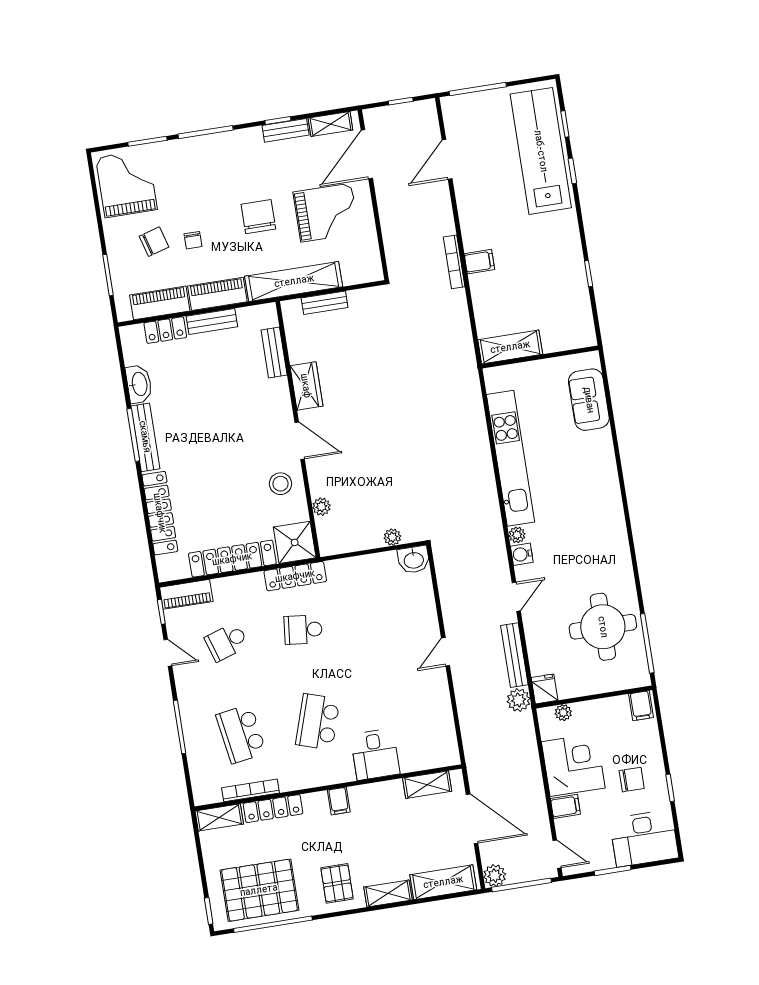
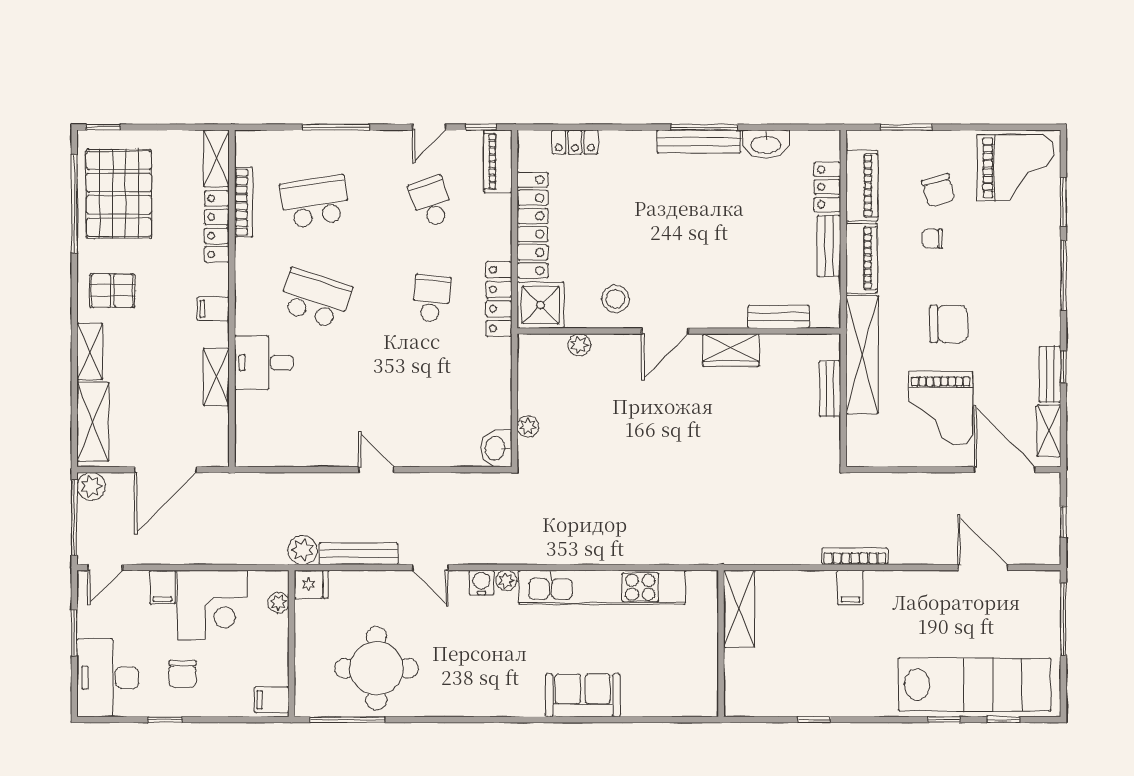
sofa: (589, 400) -> (583, 695), moved
locker: (160, 513) -> (575, 142), width x0.46, depth x0.83
shelving: (427, 785) -> (216, 377), moved

